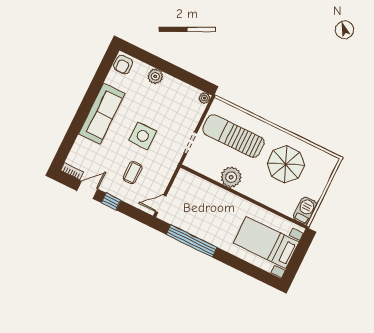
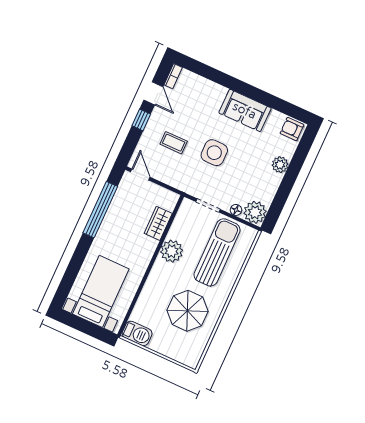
plant: (204, 98) -> (255, 212), width x1.88, depth x1.88
sofa: (102, 114) -> (245, 110), width x0.73
floor lamp: (195, 118) -> (236, 210), added
wardrobe: (206, 189) -> (158, 223), added

